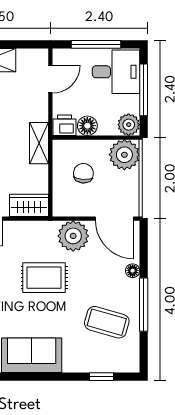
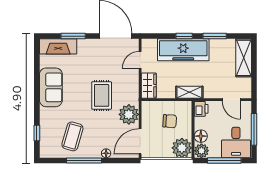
floor lamp: (87, 126) -> (201, 136), moved

